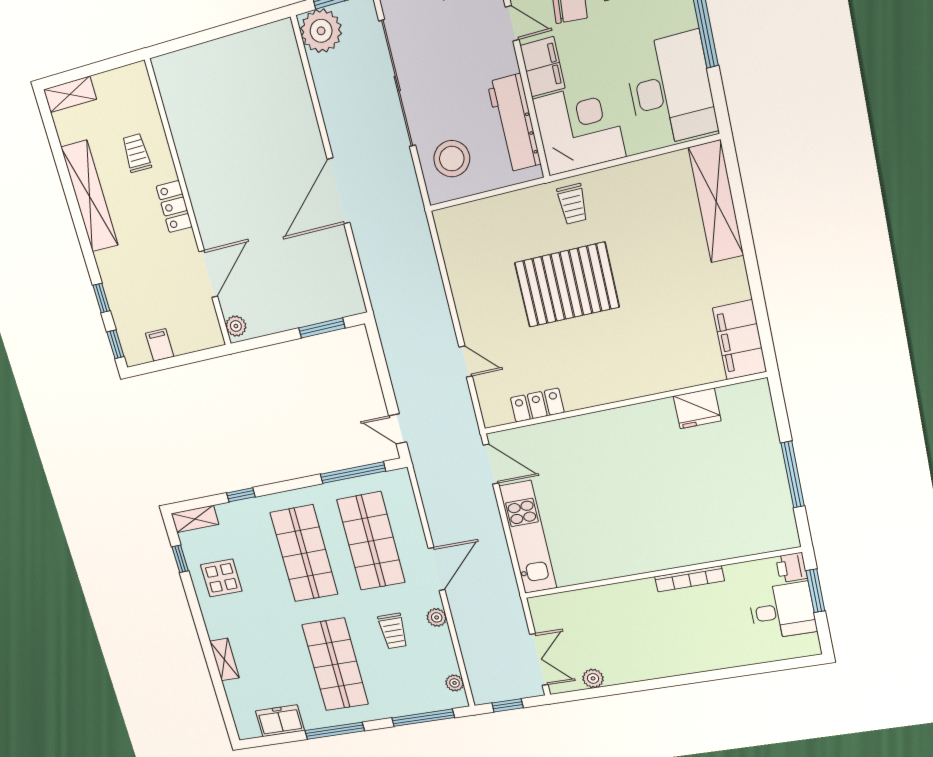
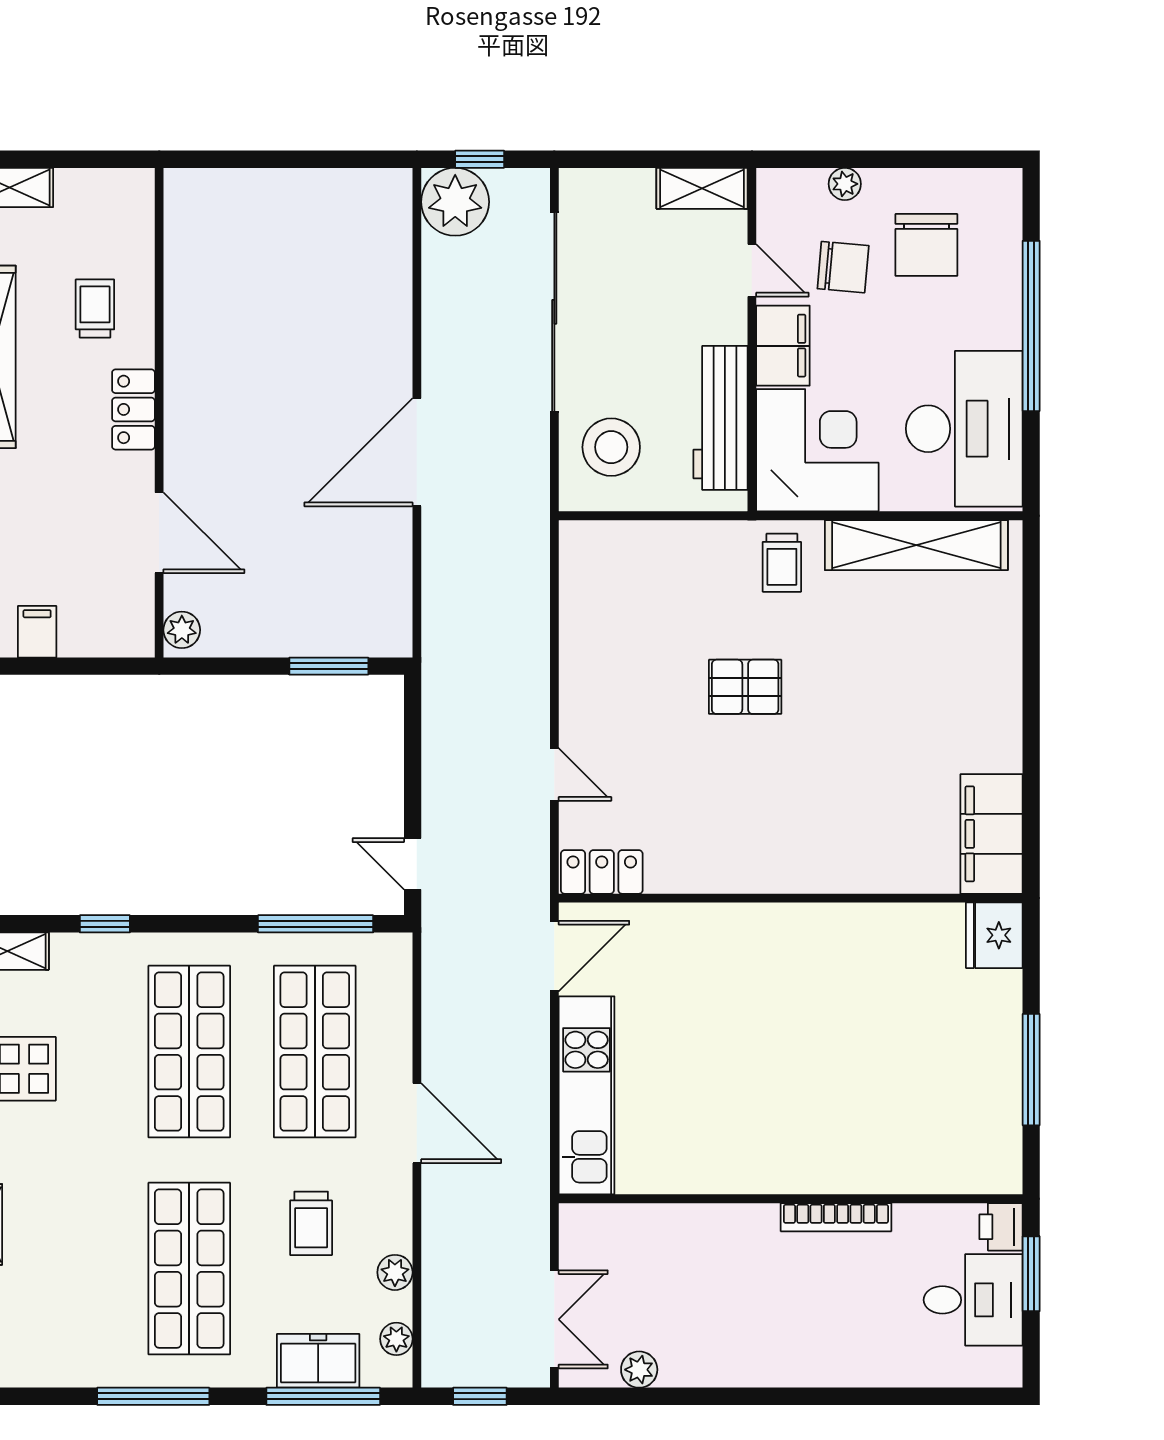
shelving: (716, 202) -> (916, 545), moved, turned 90
door: (208, 274) -> (159, 533), hinge flipped
pallet: (567, 285) -> (745, 687), width x0.49, depth x0.50
locker: (537, 405) -> (602, 872), moved
fridge: (697, 408) -> (994, 935), moved, turned 90
door: (491, 464) -> (554, 956), hinge flipped
door: (437, 569) -> (417, 1123), hinge flipped
plant: (437, 617) -> (395, 1272), moved
freezer: (280, 721) -> (318, 1361), moved

